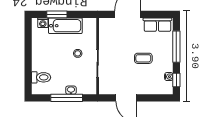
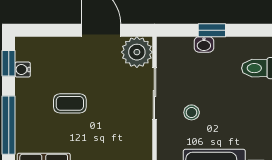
plant: (107, 86) -> (137, 52), added
window: (67, 98) -> (212, 30), width x0.46

